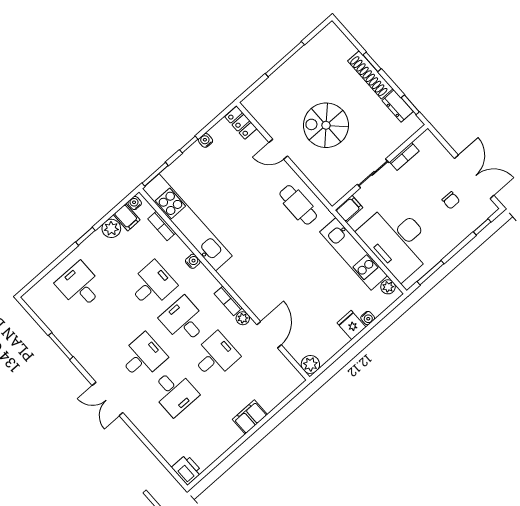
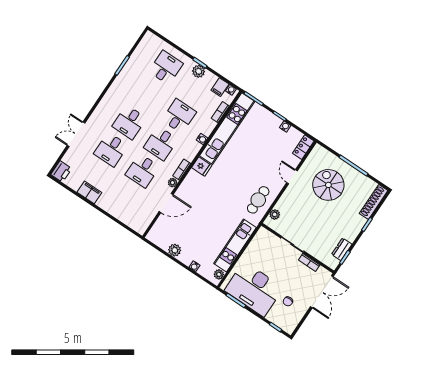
shoe rack: (370, 75) -> (374, 202), moved
spiral stairs: (326, 125) -> (328, 185), moved
double door: (474, 177) -> (322, 292), moved
plant: (325, 187) -> (275, 214), added
filing cabinet: (349, 209) -> (264, 235), removed
plant: (111, 228) -> (199, 71), moved
desk: (397, 241) -> (254, 289), moved, turned -90
desk: (152, 285) -> (179, 116), turned -90
desk: (184, 320) -> (161, 143), turned 180
fridge: (351, 325) -> (202, 167), moved, turned 90
desk: (215, 356) -> (142, 171), turned 90
desk: (143, 357) -> (129, 122), turned 90
plant: (310, 364) -> (175, 250), moved
double door: (108, 399) -> (76, 134), moved
filing cabinet: (250, 417) -> (89, 192), moved

